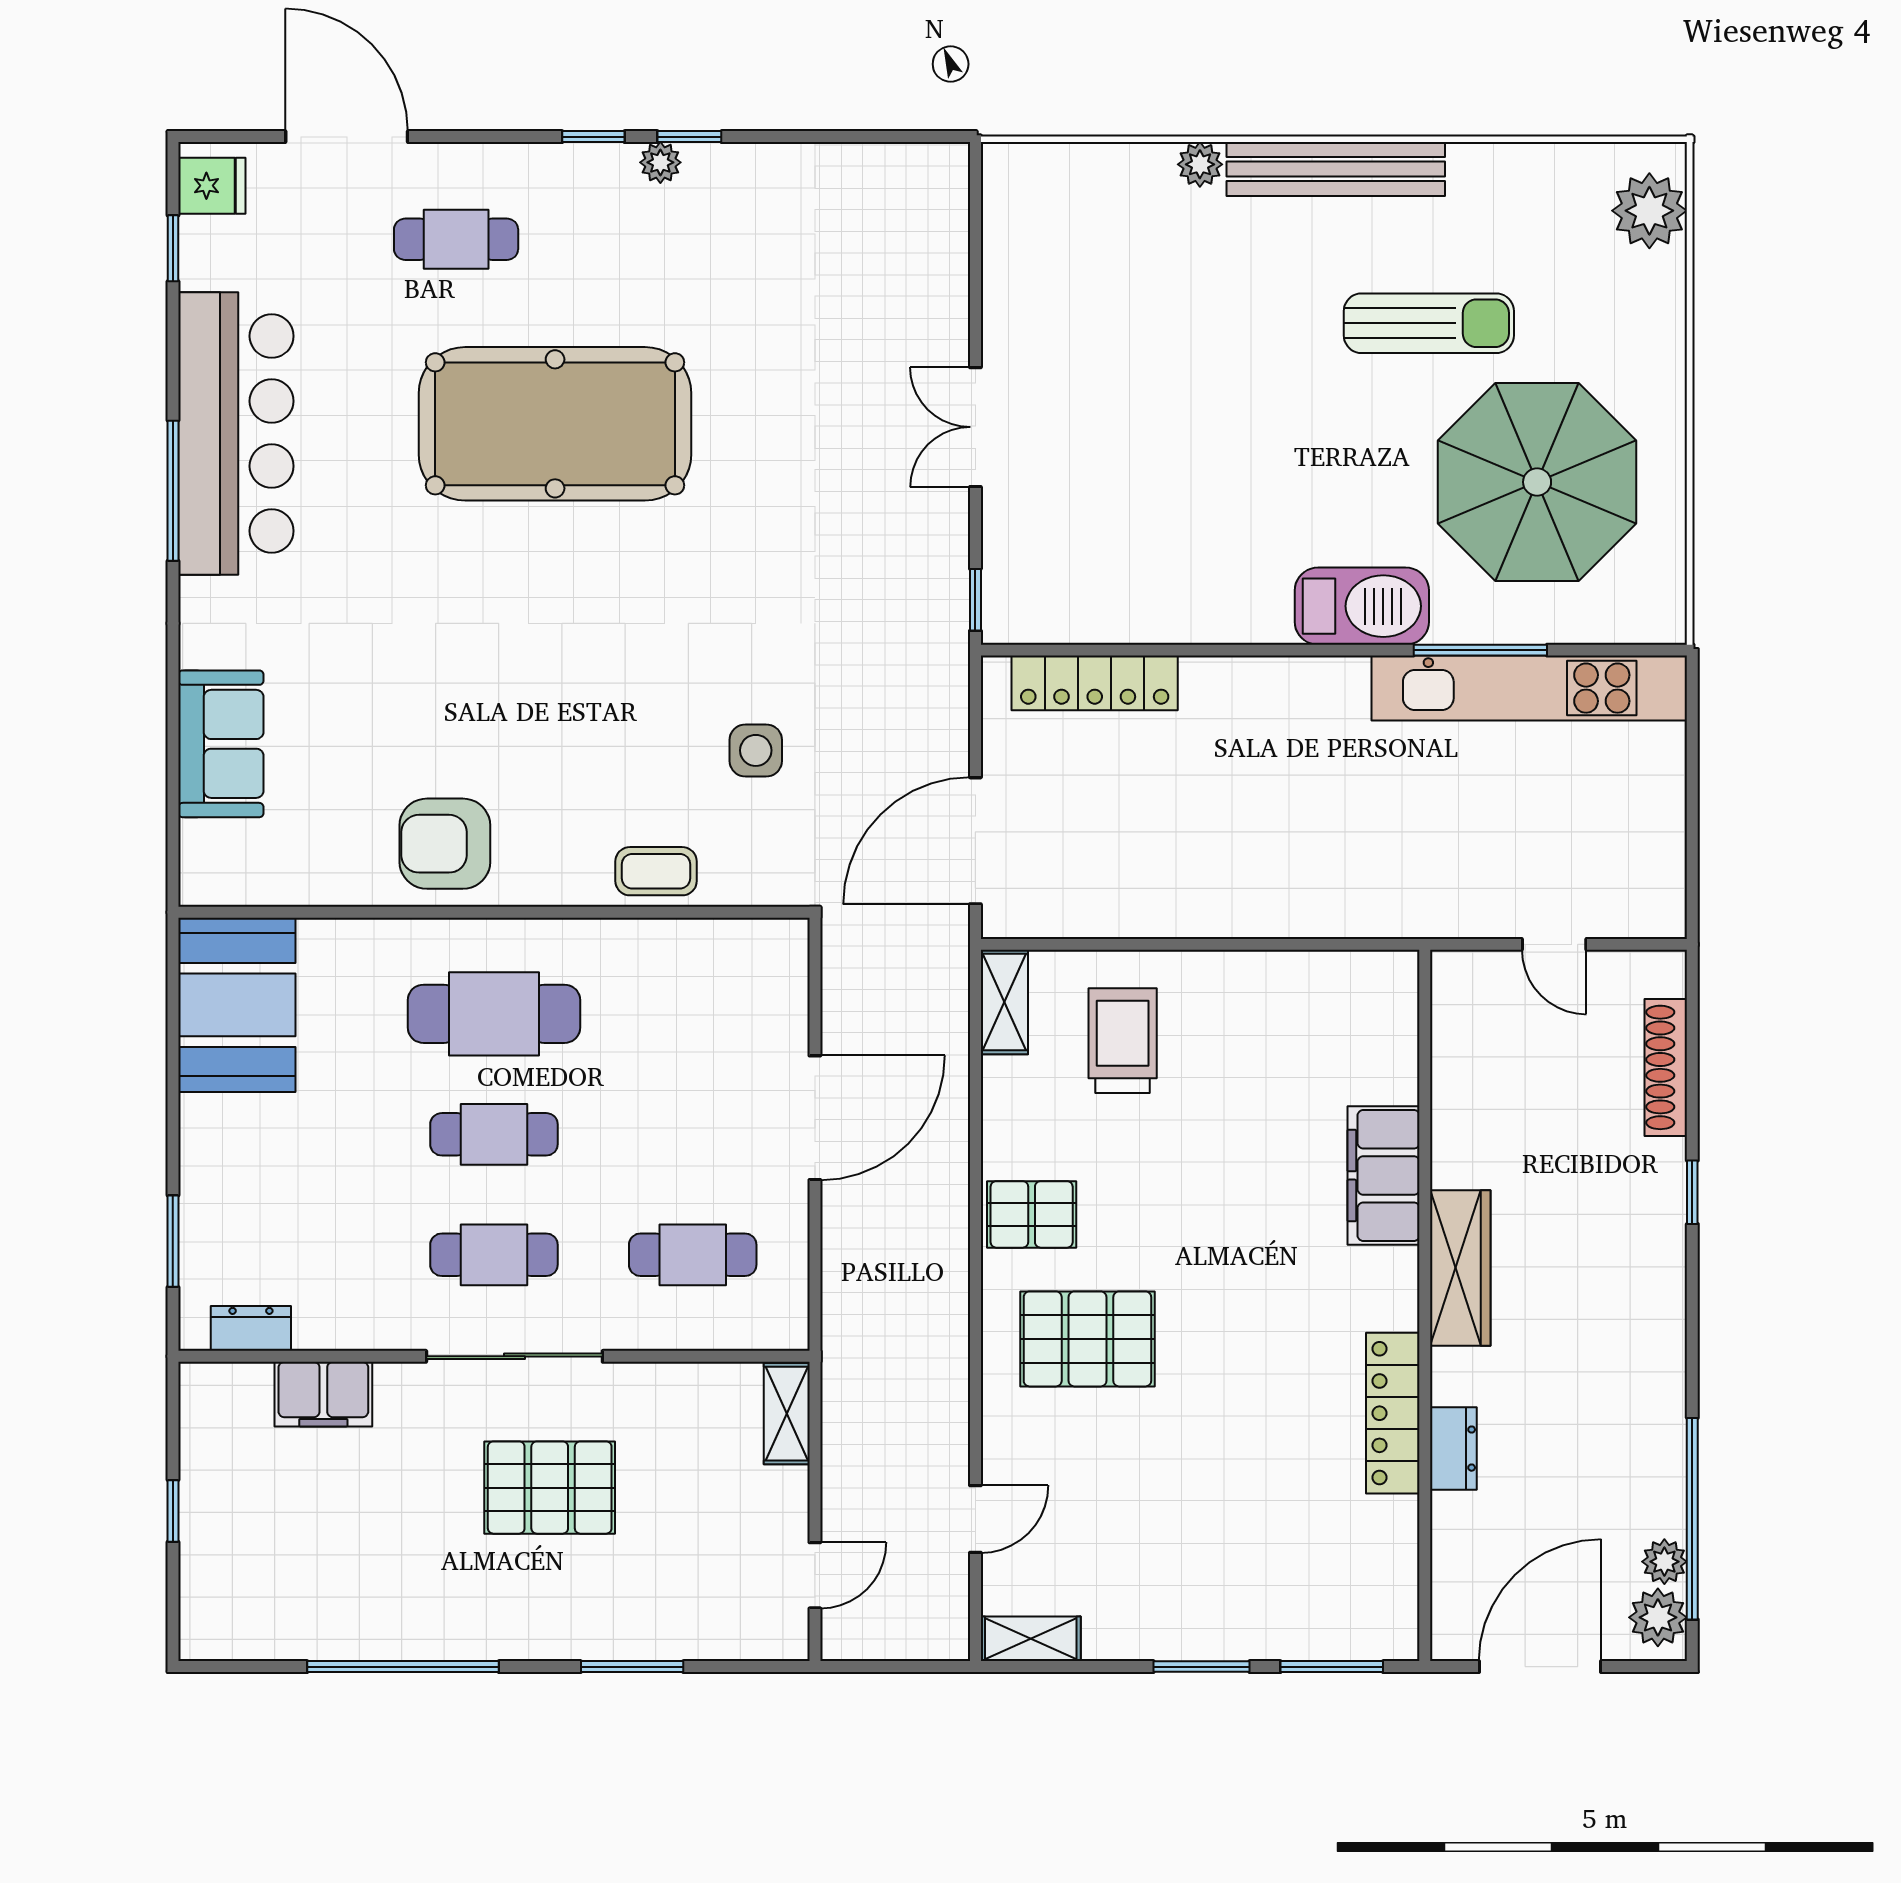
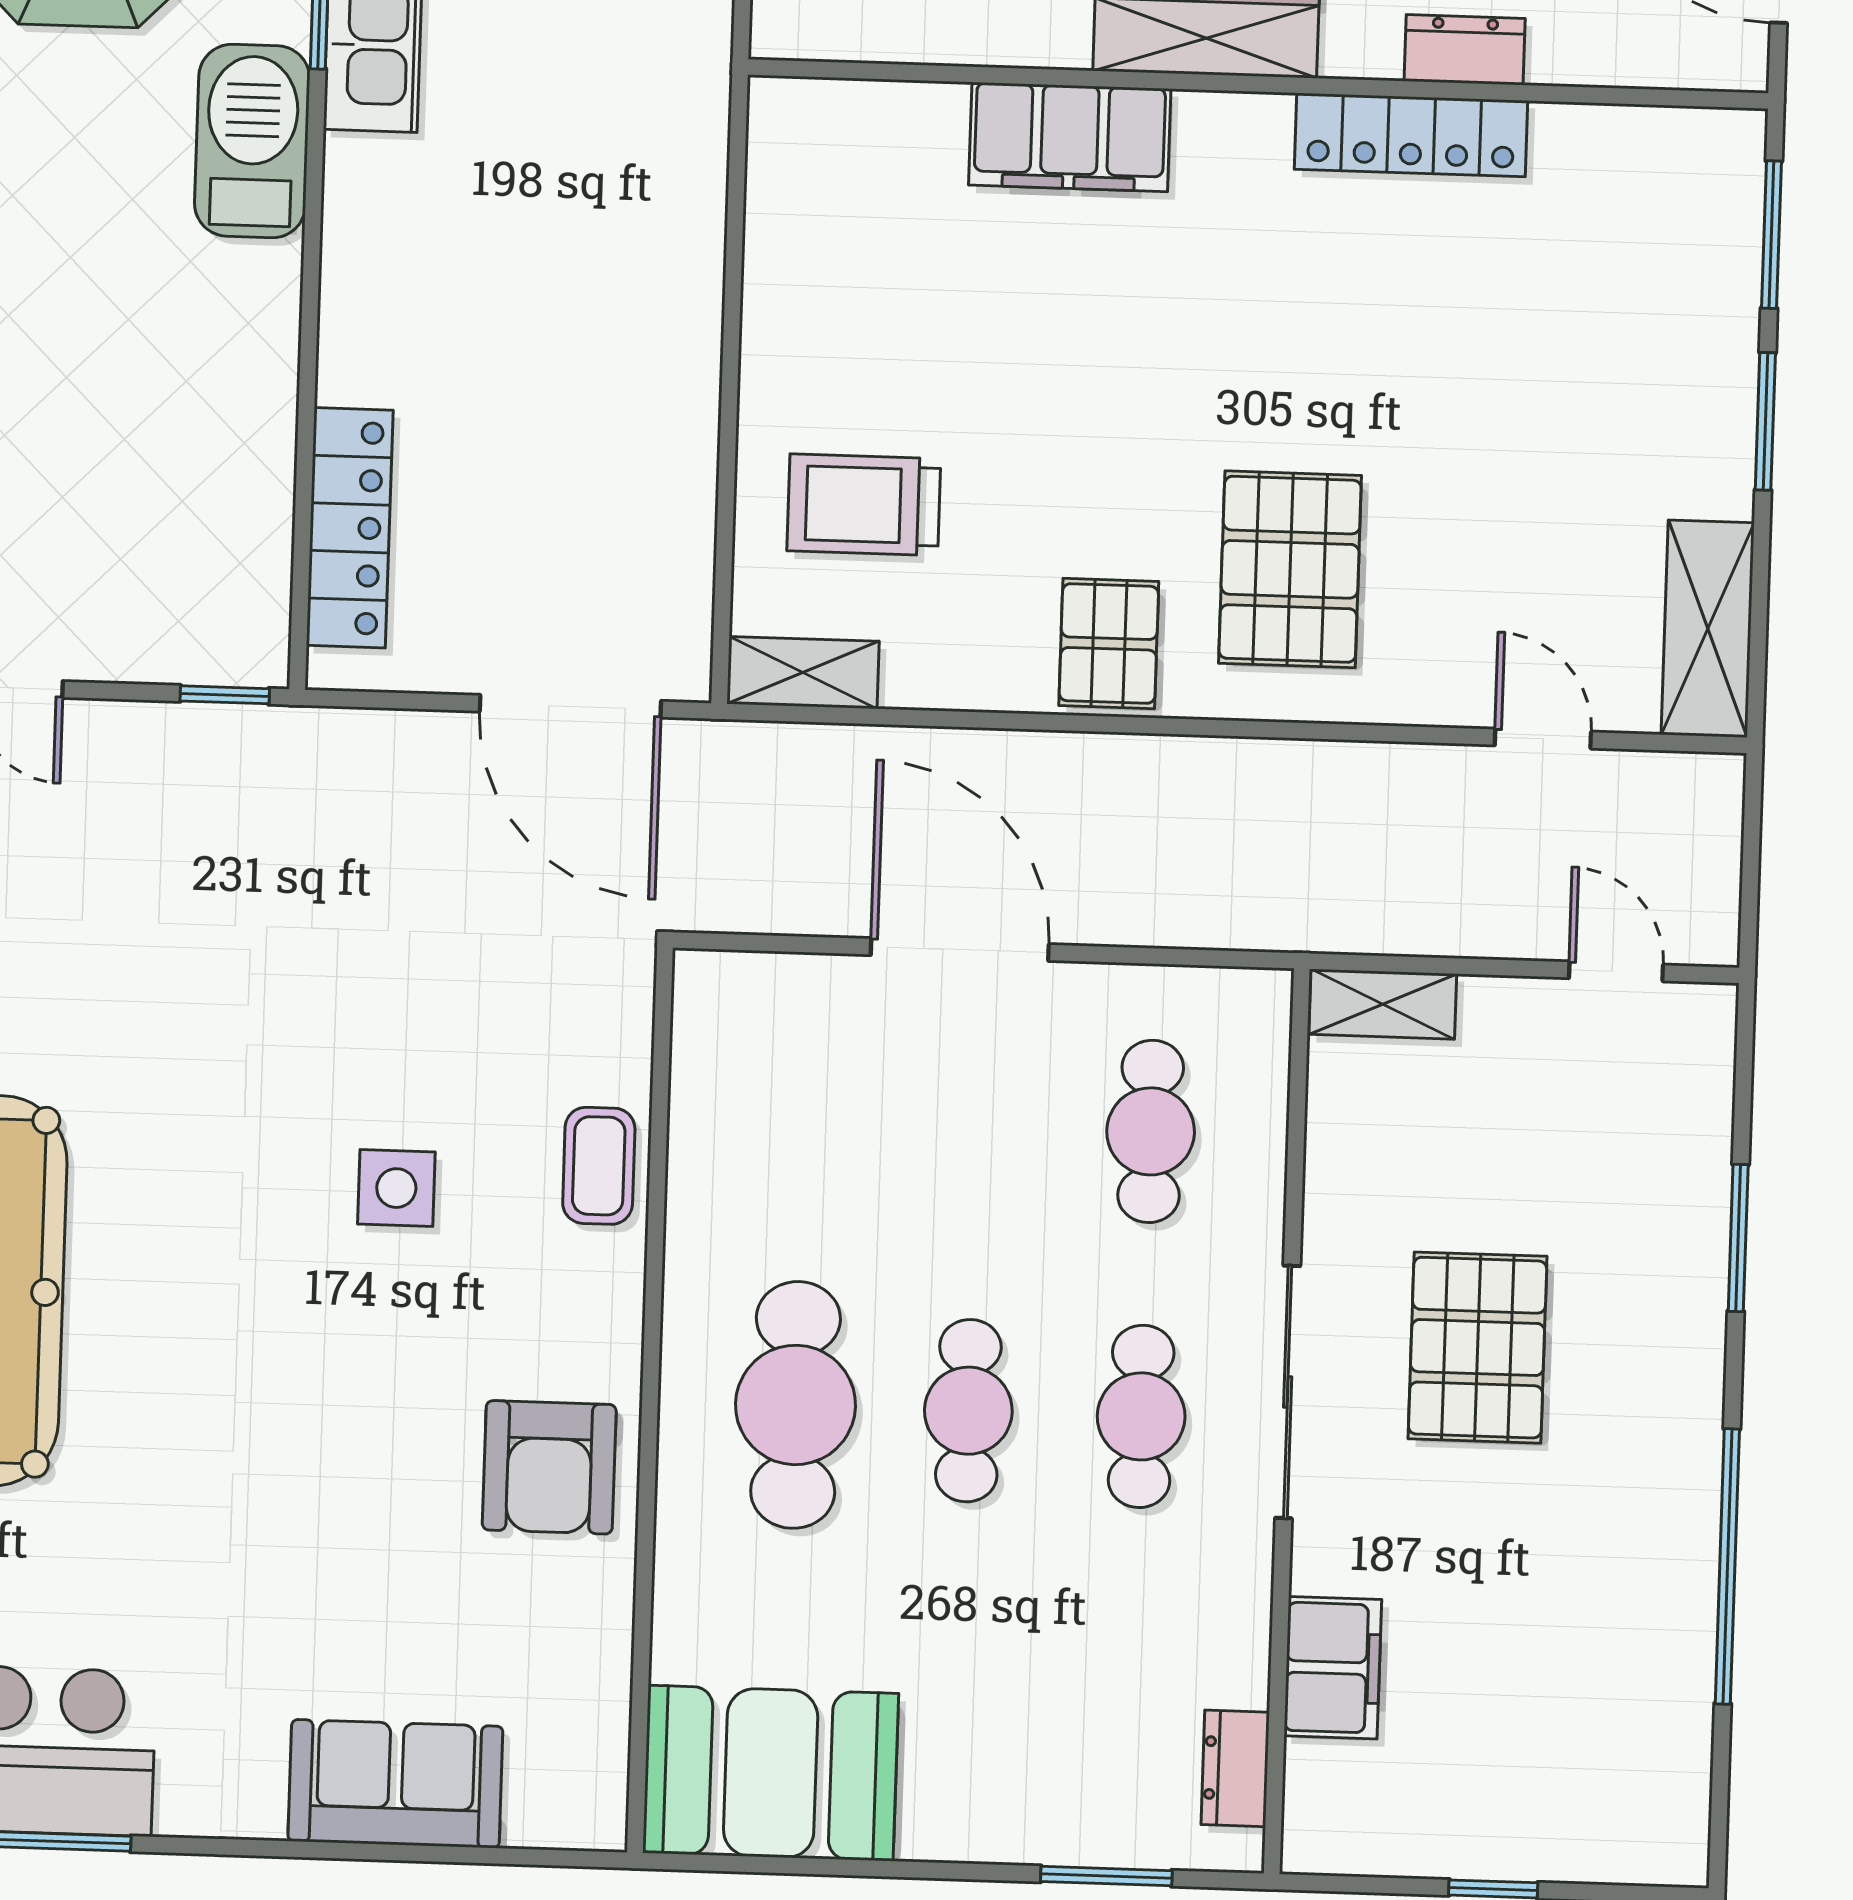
side table: (756, 750) -> (396, 1188), moved
shelving: (1031, 1639) -> (1708, 629), width x1.50, depth x1.33

